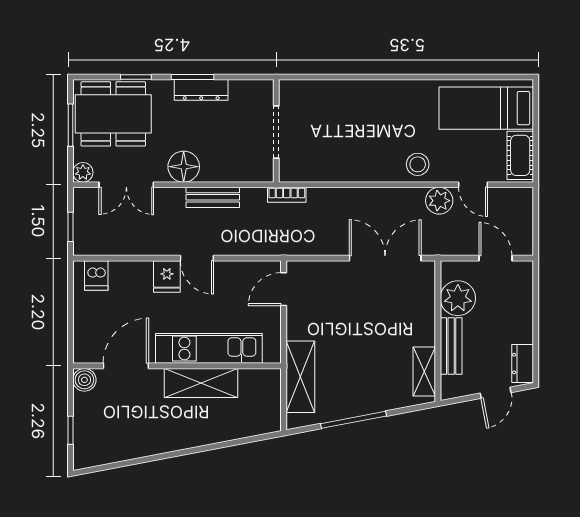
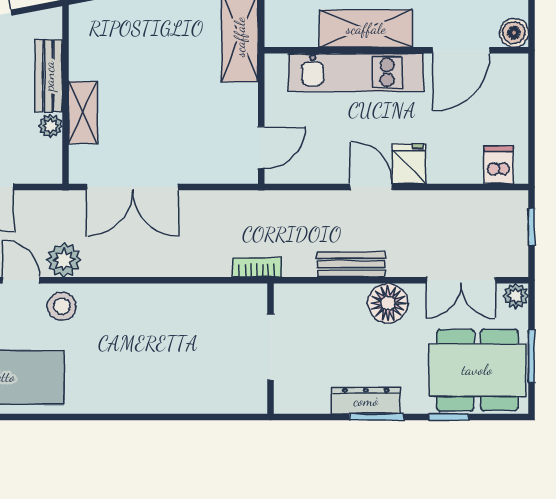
stool: (418, 164) -> (62, 306), moved
double door: (126, 185) -> (461, 280), swing flipped
plant: (458, 298) -> (50, 126), width x0.53, depth x0.53
shelving: (424, 372) -> (83, 112), moved

